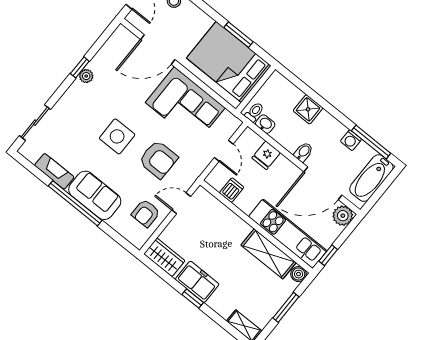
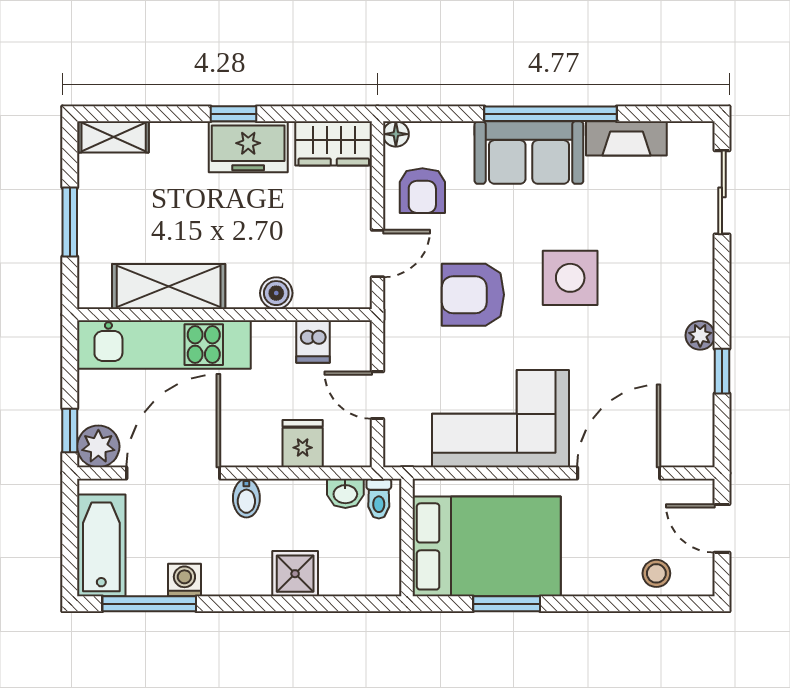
window: (80, 67) -> (722, 371), moved
armchair: (146, 213) -> (422, 191), turned 180
floor lamp: (139, 242) -> (396, 134), added
window: (328, 255) -> (70, 431), moved
boiler: (299, 274) -> (276, 293), moved

